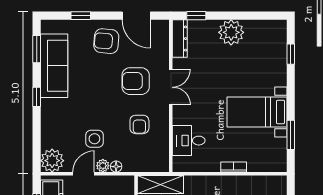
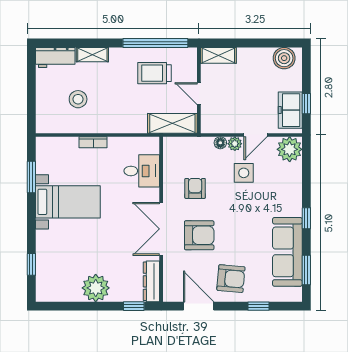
double door: (171, 87) -> (161, 229), width x1.37

